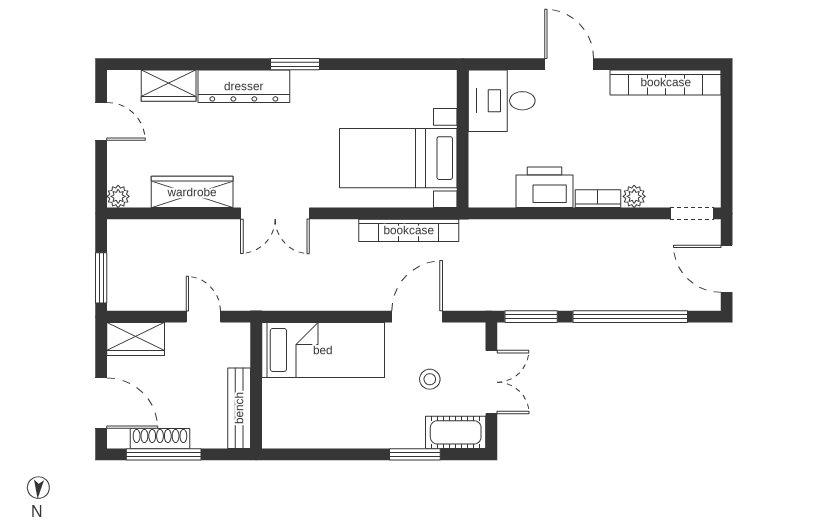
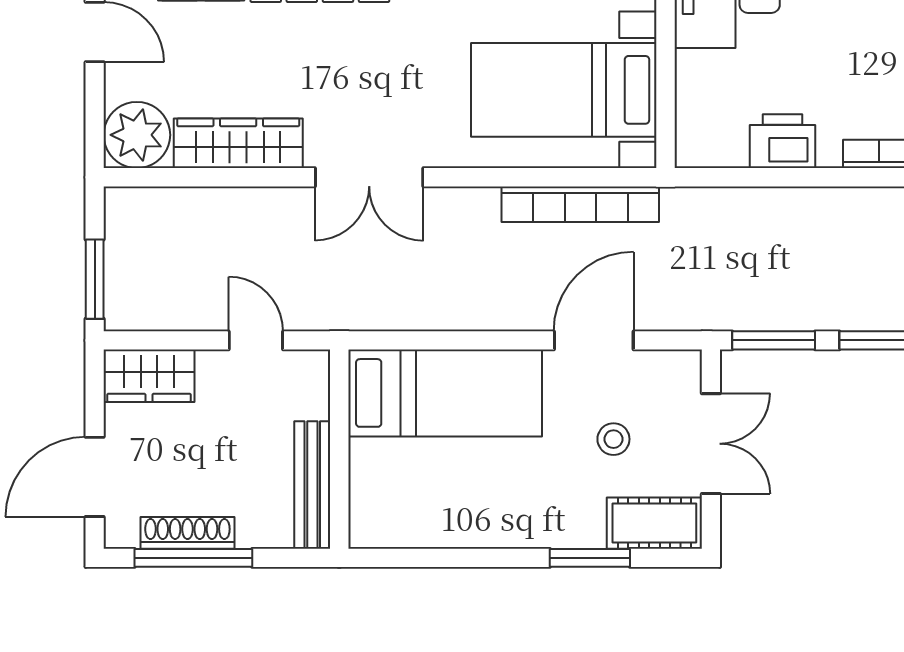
printer: (545, 187) -> (782, 141), width x0.73, depth x0.84
plant: (118, 196) -> (137, 135), width x1.88, depth x1.88
door: (101, 403) -> (95, 477), swing flipped

